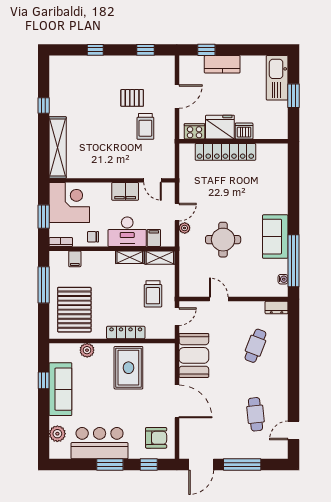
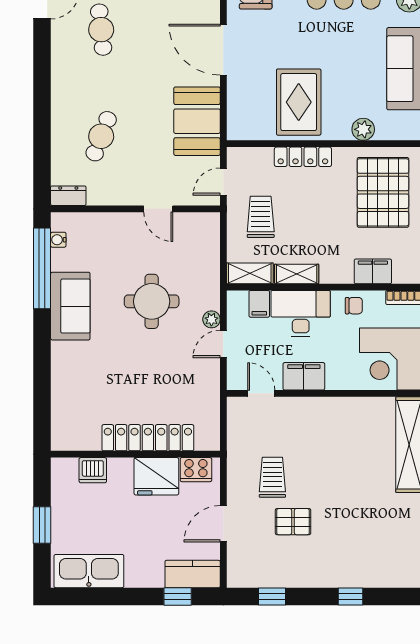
kitchen counter: (222, 64) -> (193, 574), moved
kitchen sink: (277, 78) -> (89, 571), moved, turned -90
dishwasher: (244, 131) -> (93, 470), moved
filing cabinet: (75, 259) -> (373, 271), width x2.00

